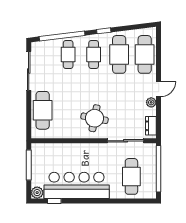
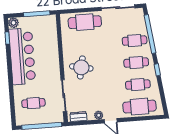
cafe table: (119, 54) -> (138, 85), width x0.73, depth x0.74
cafe table: (131, 176) -> (33, 103), width x0.73, depth x0.74

